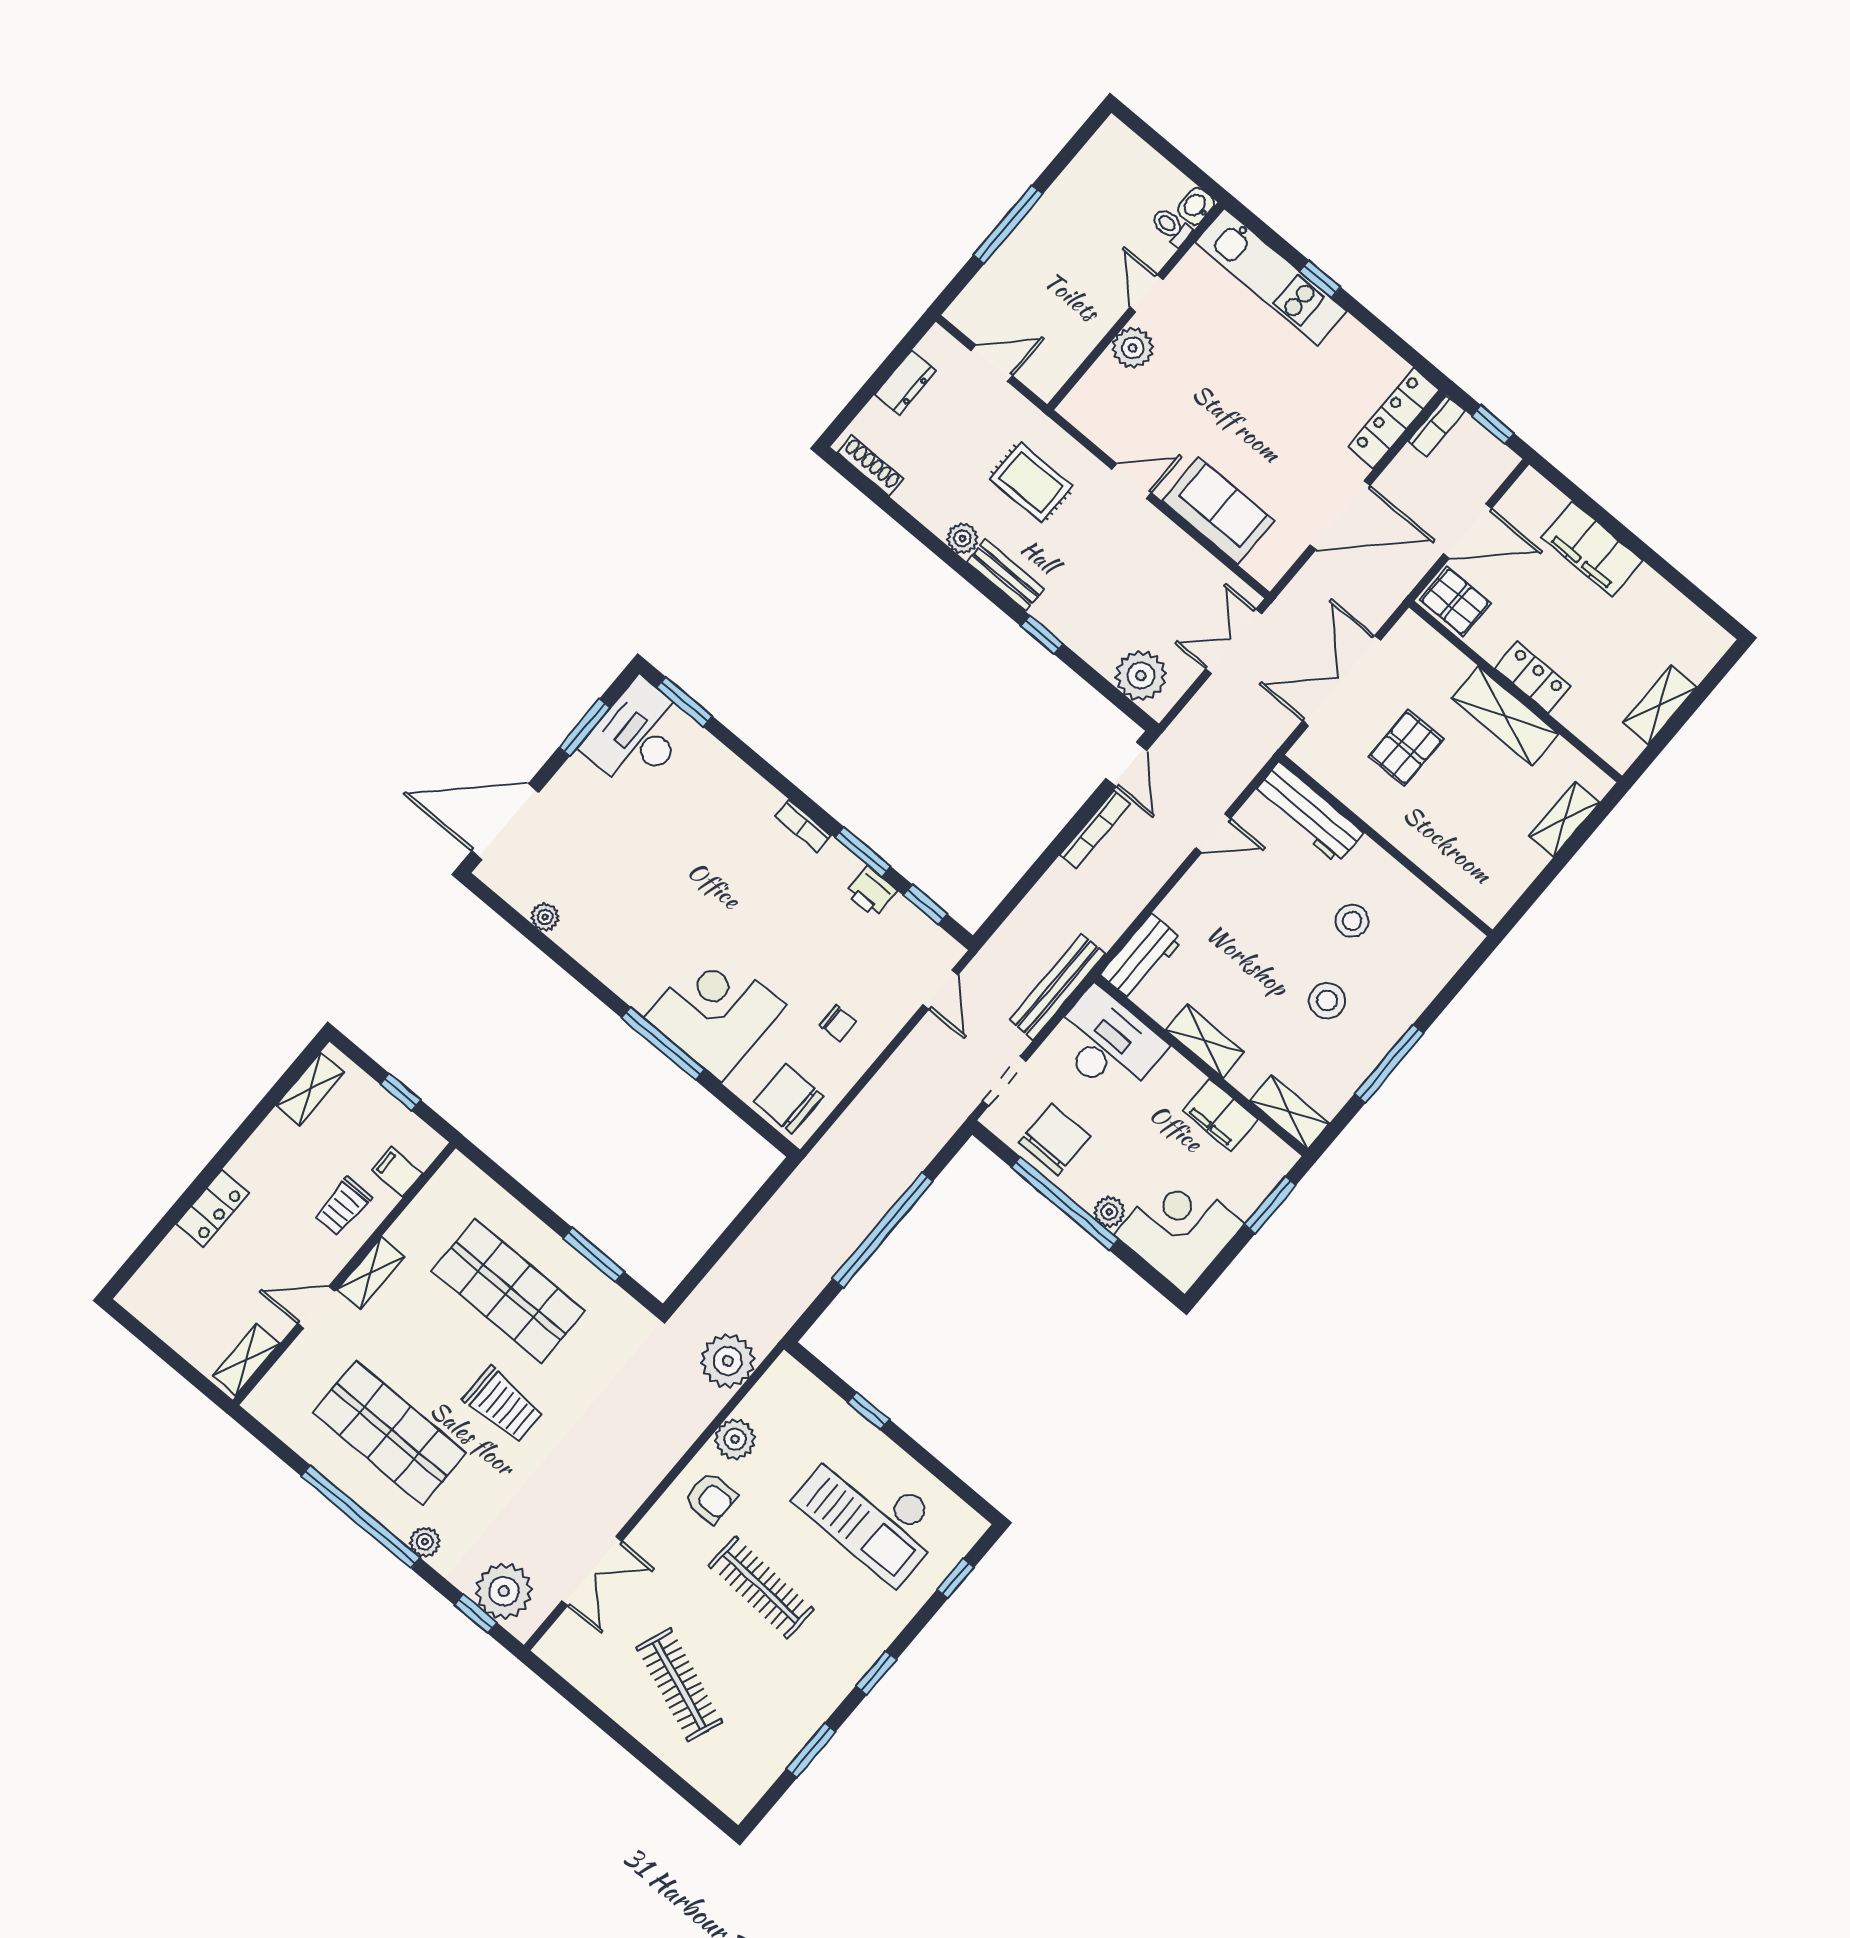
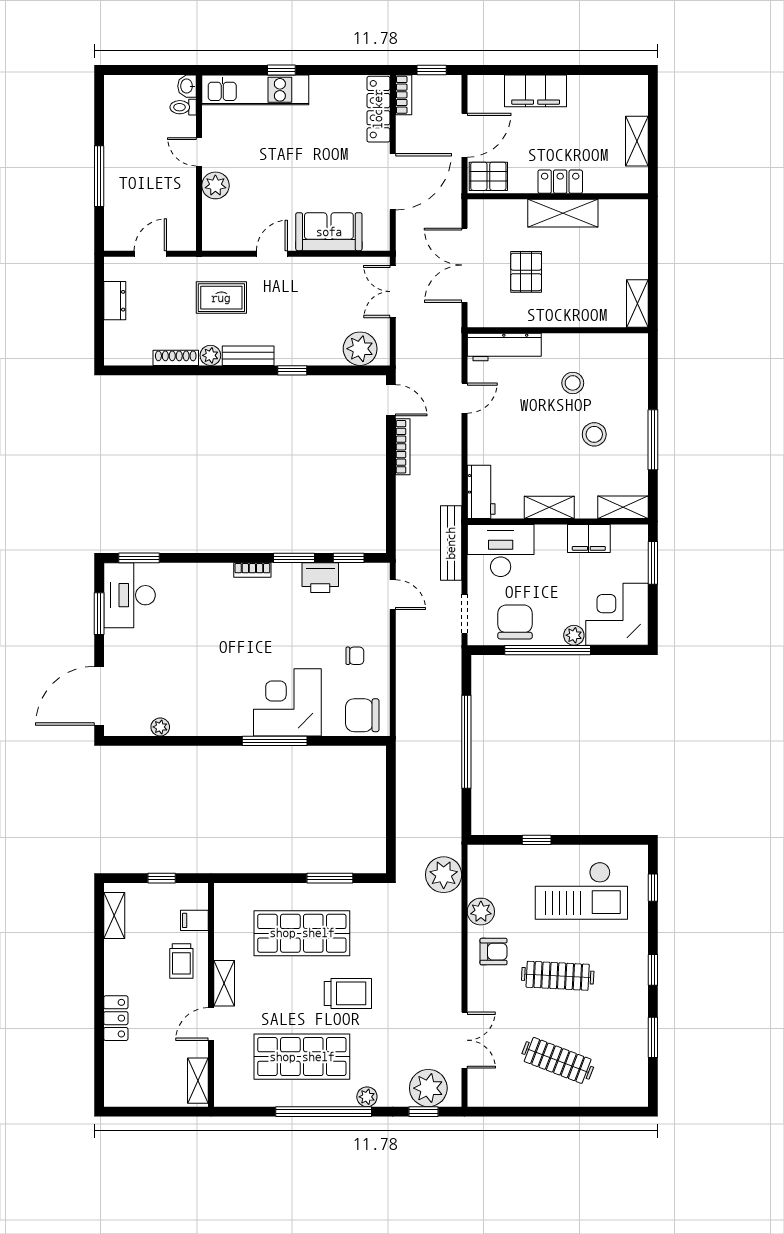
shoe rack: (870, 466) -> (176, 358), moved
shelving: (1564, 819) -> (637, 303), moved
printer: (871, 892) -> (320, 578), width x1.36, depth x1.24

